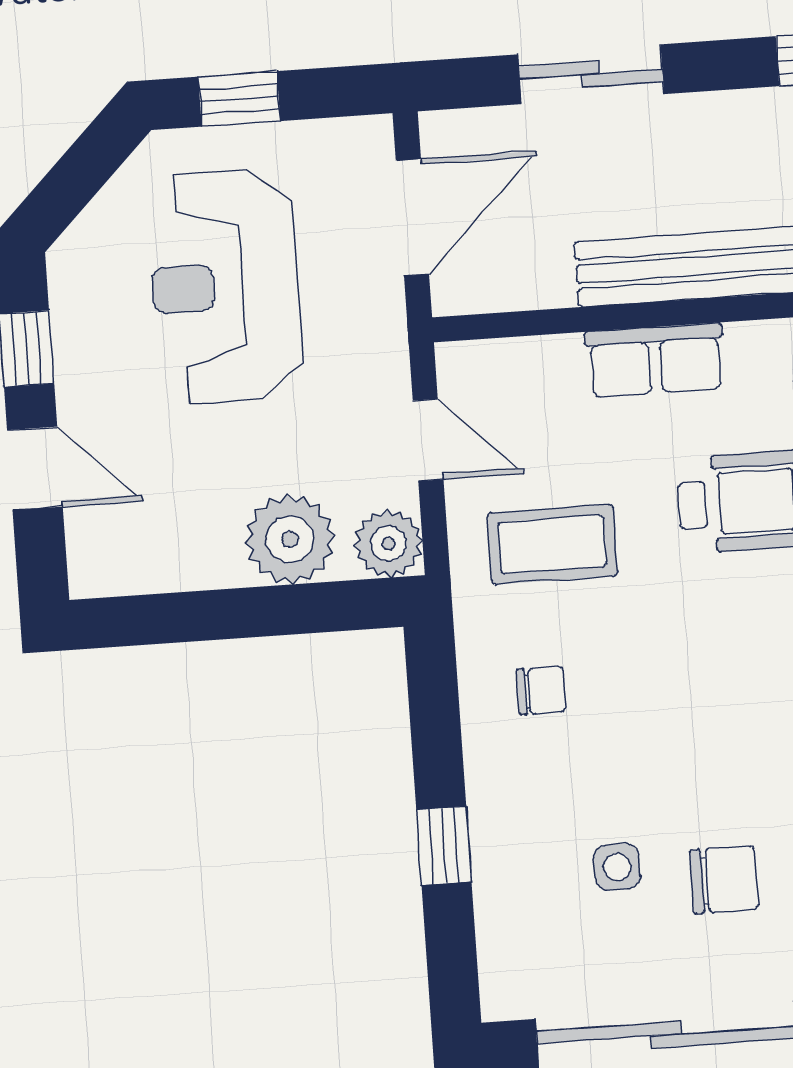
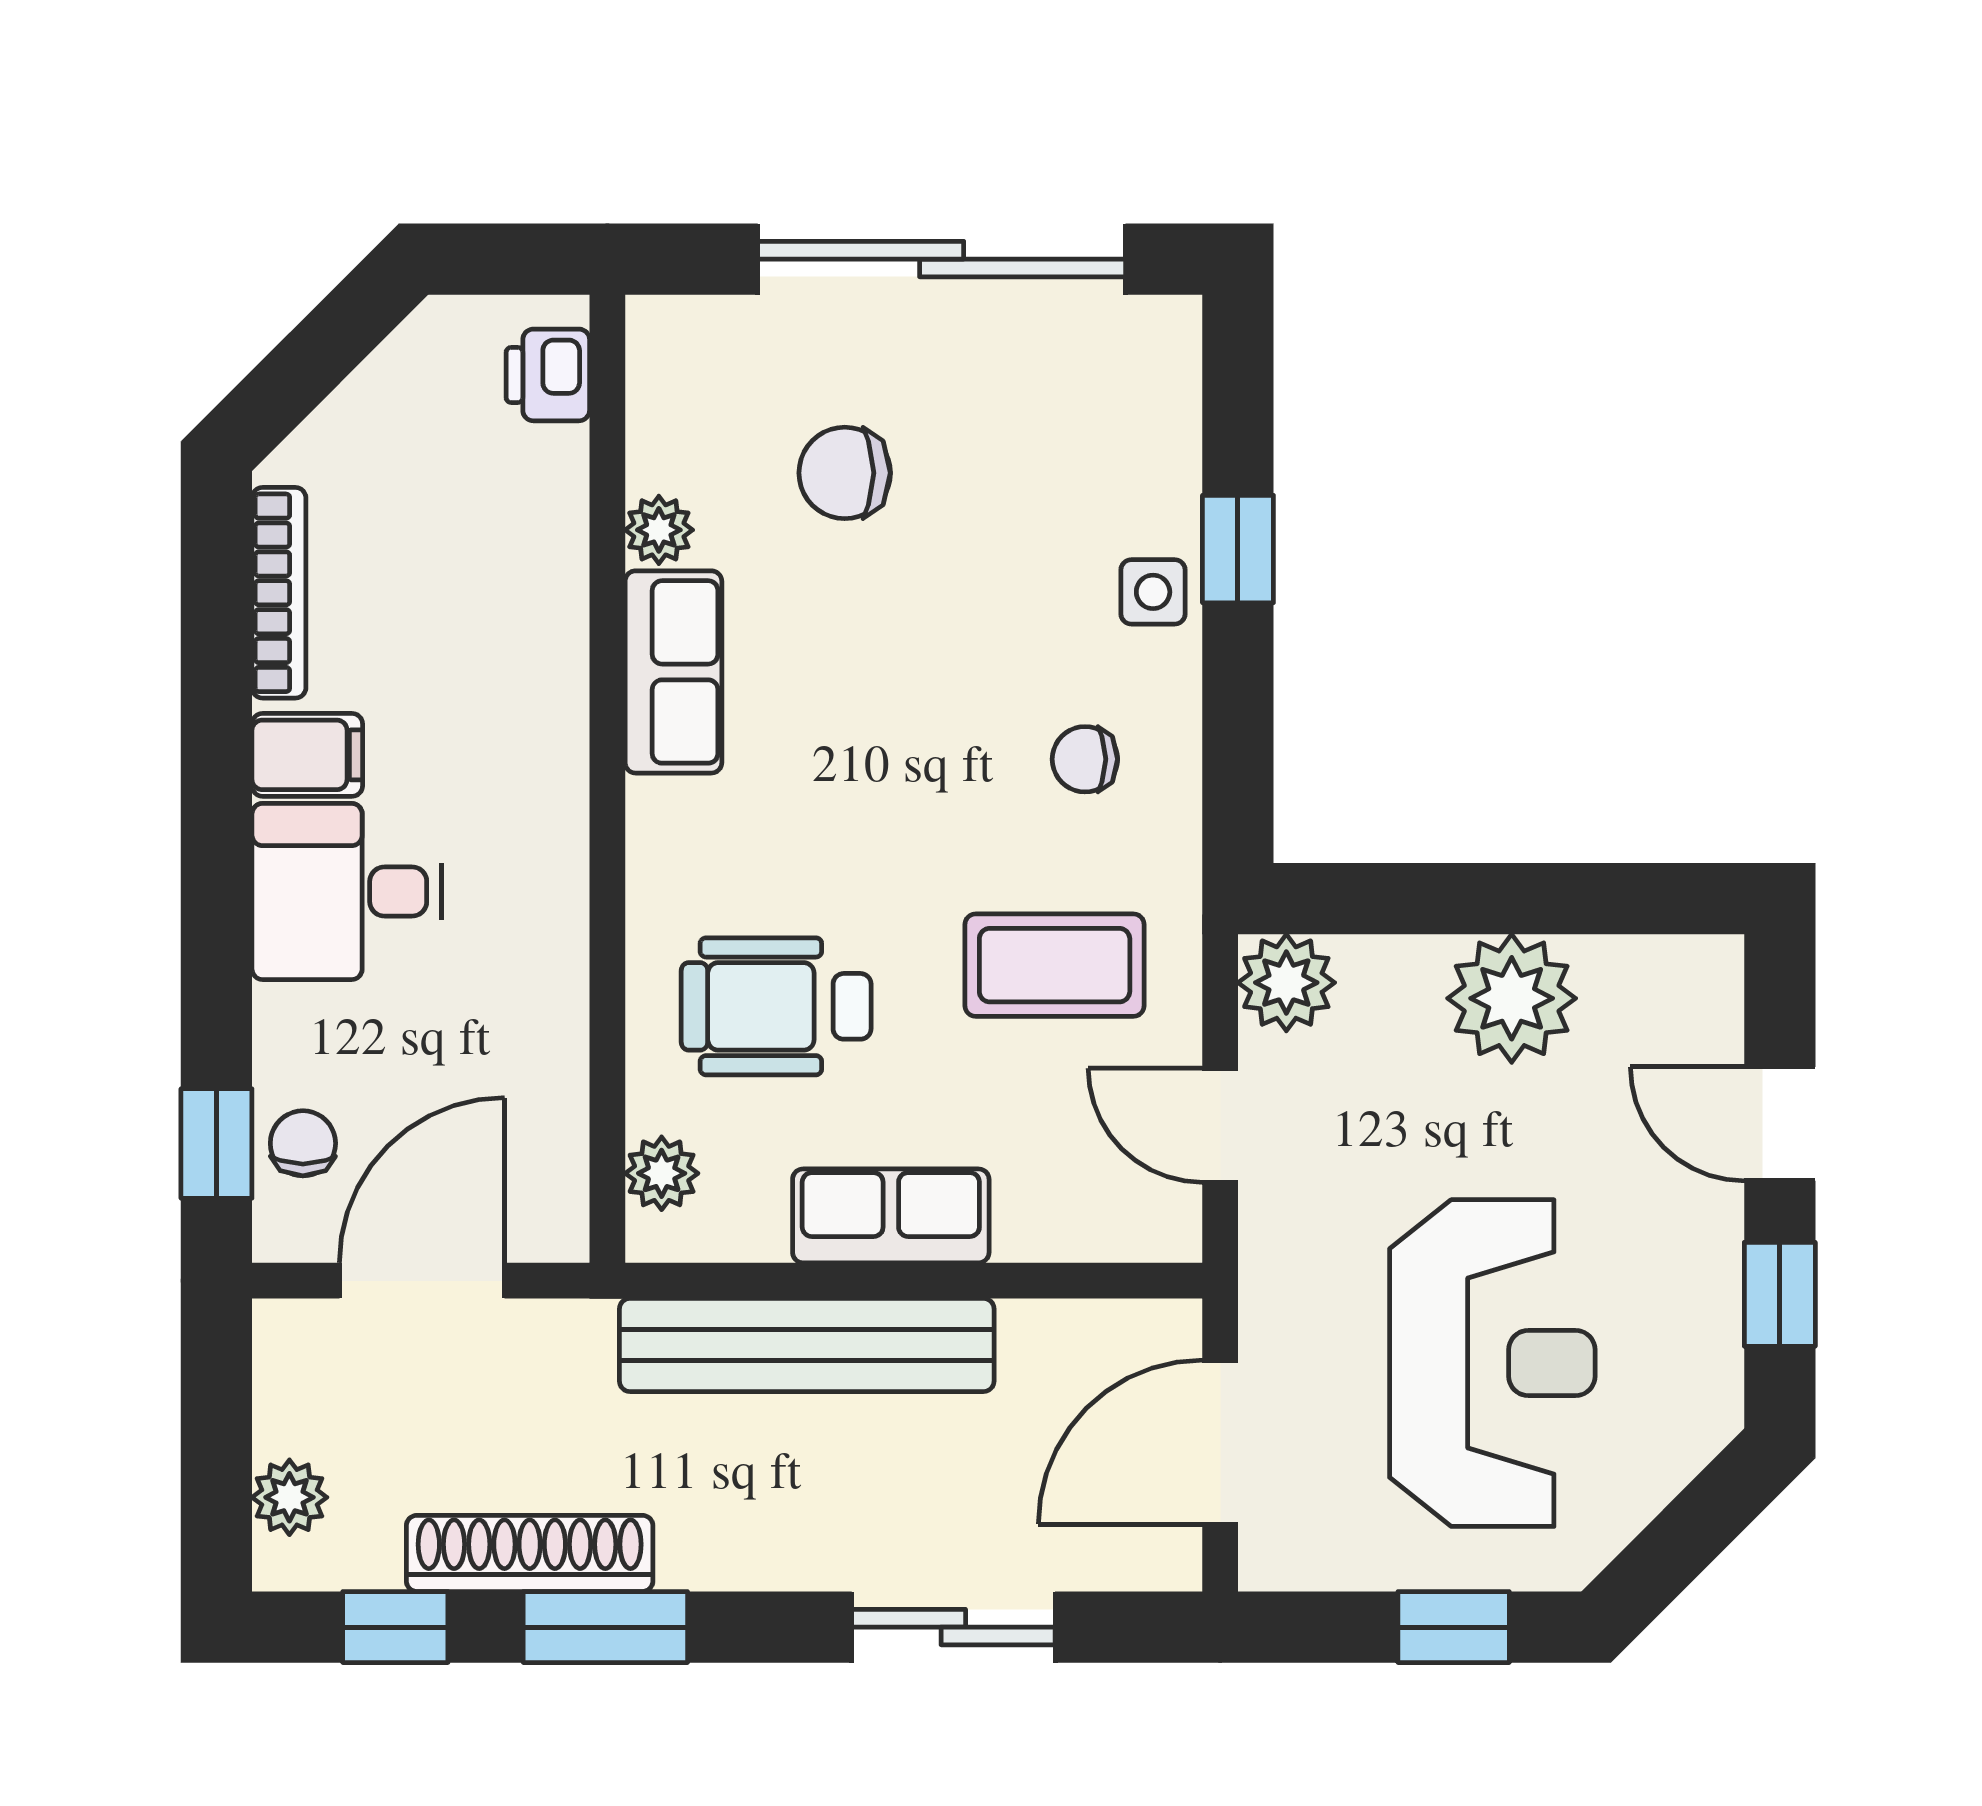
plant: (290, 539) -> (1512, 998), moved
side table: (617, 867) -> (1153, 592), moved

